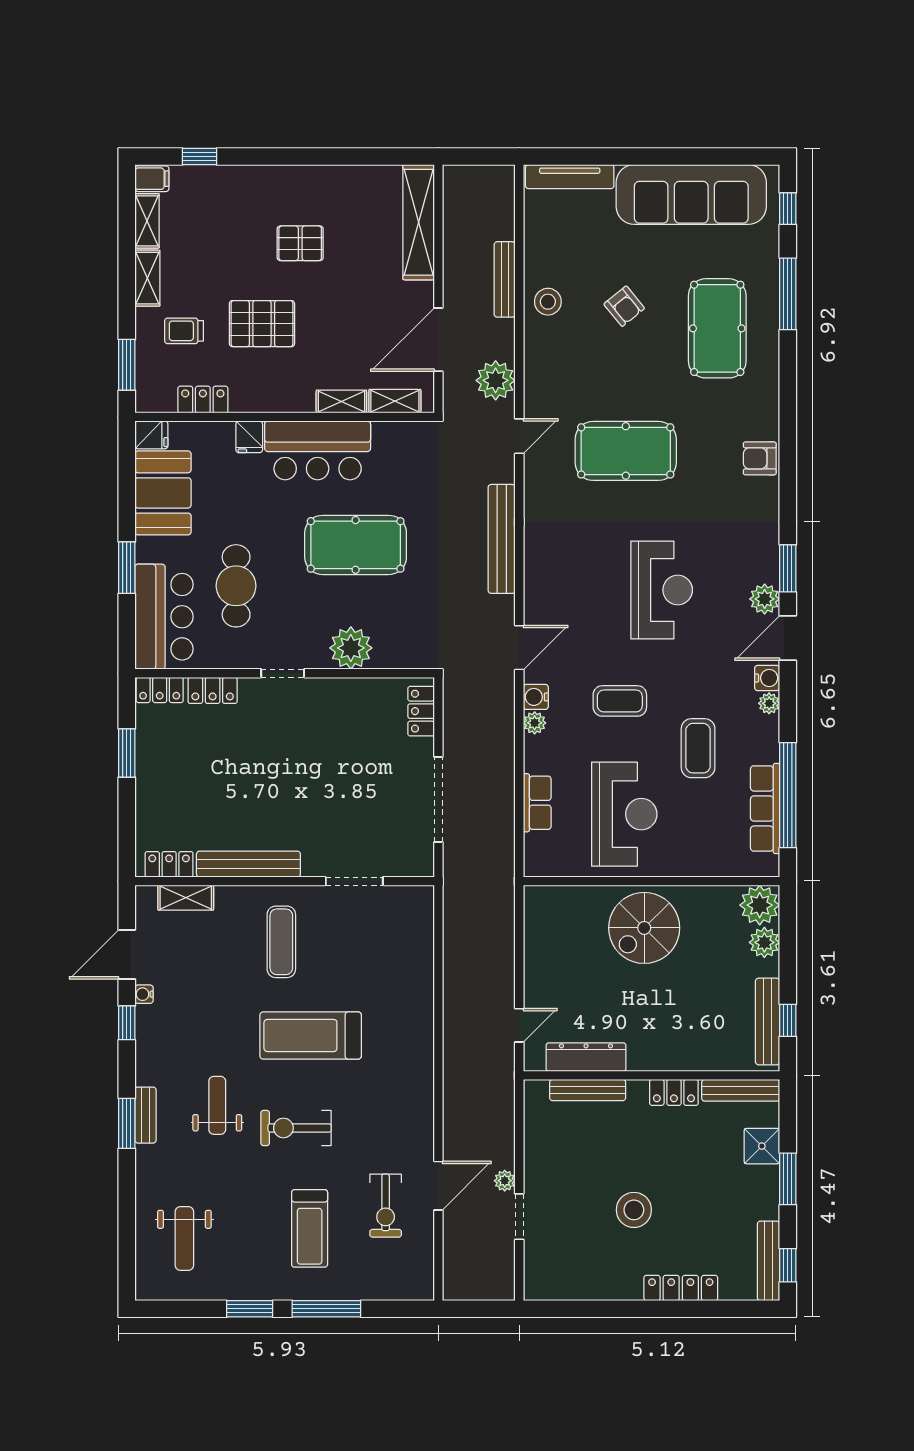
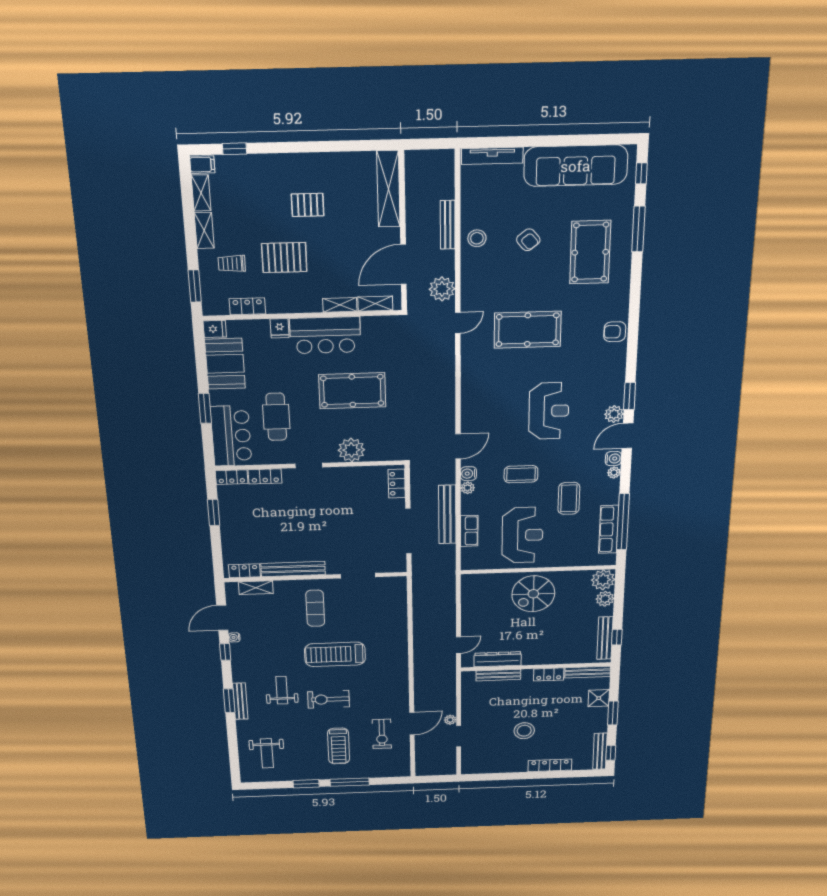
bench: (502, 539) -> (447, 514), moved
bench: (145, 1115) -> (240, 701), width x1.36

